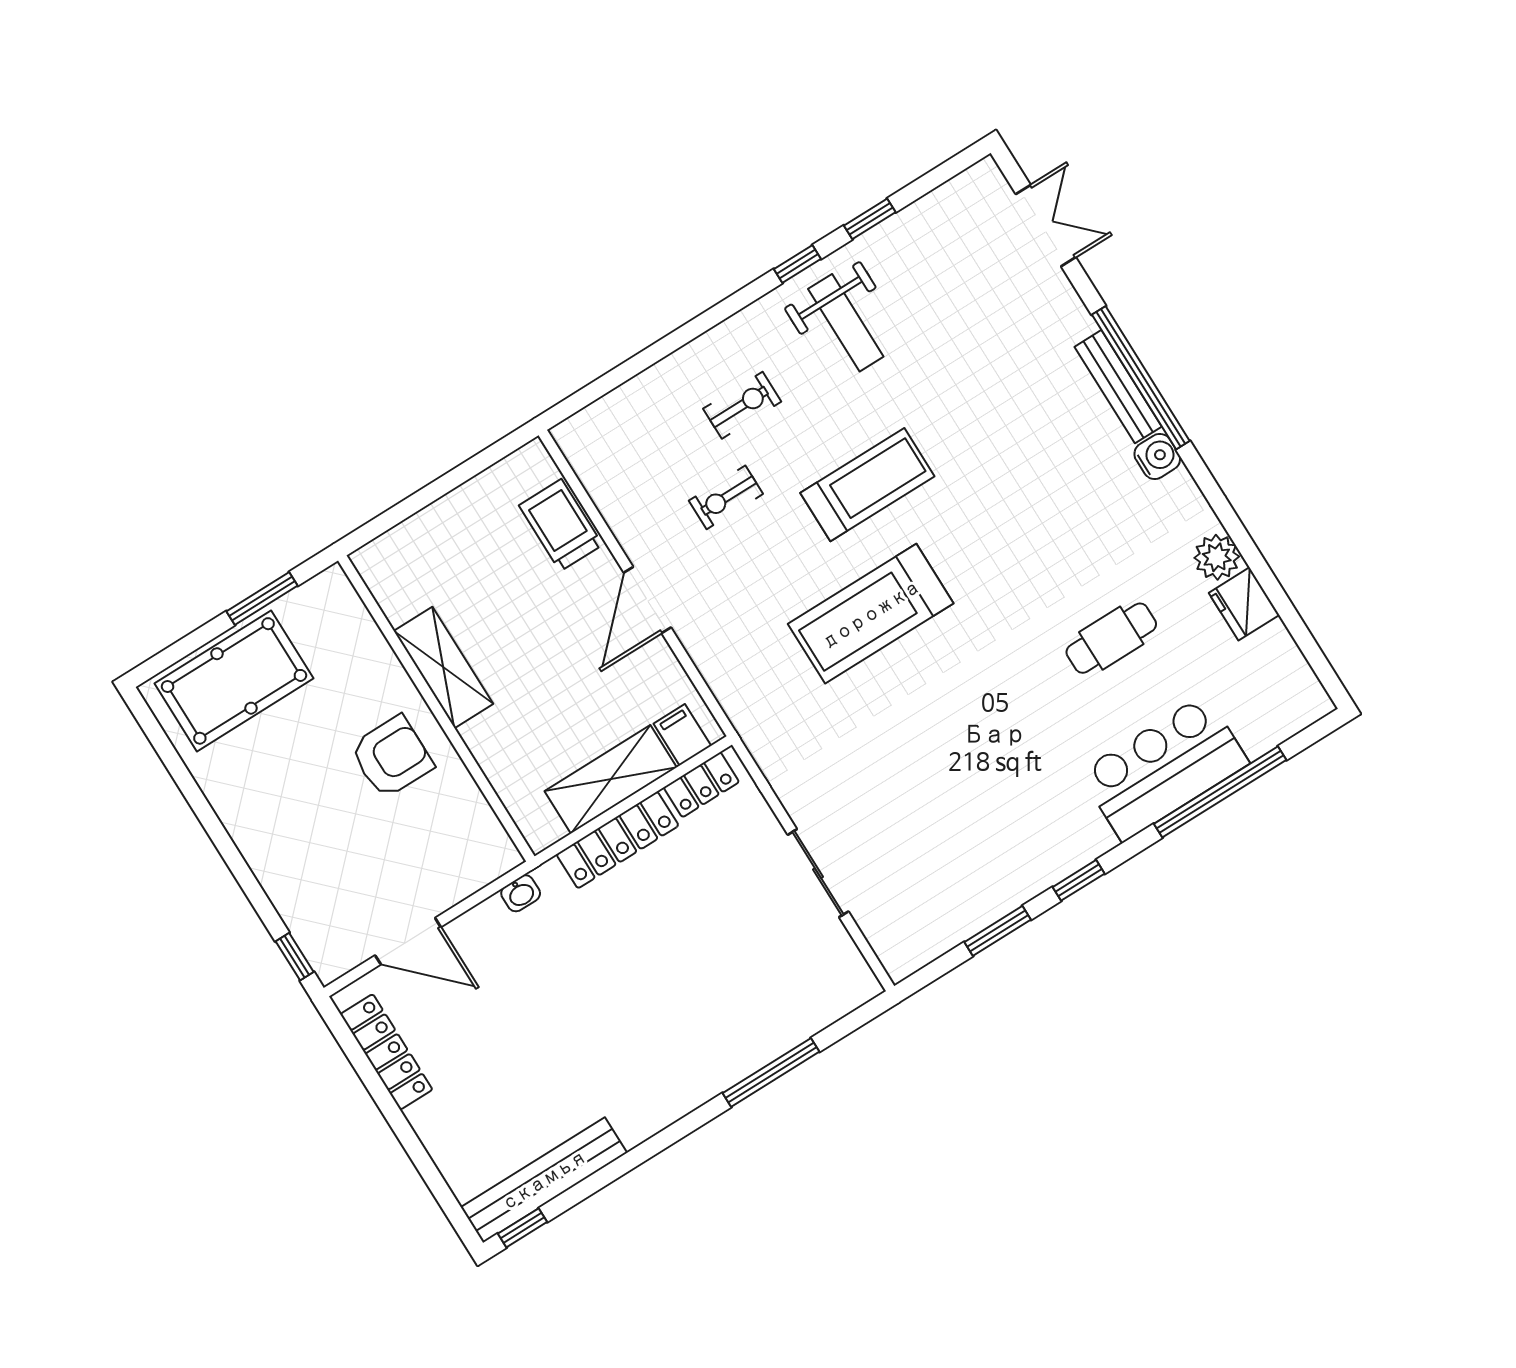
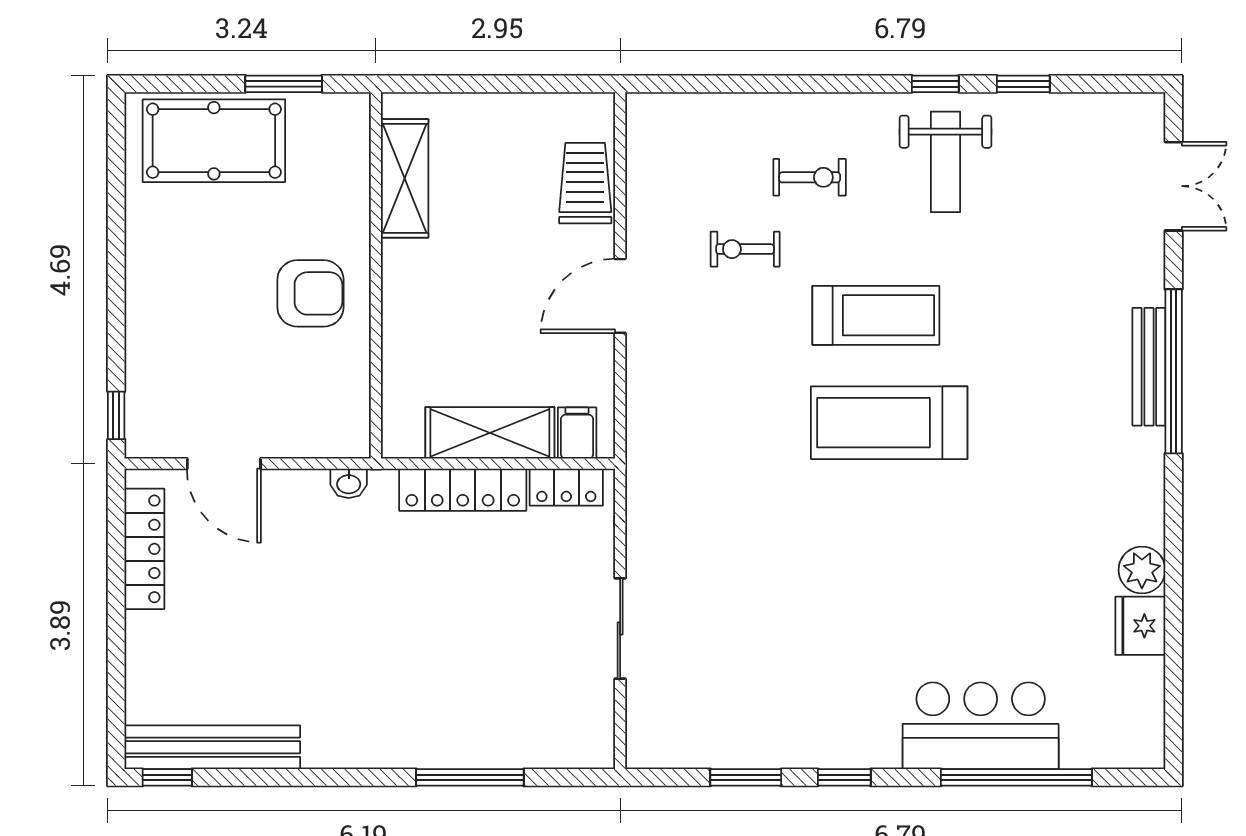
water cooler: (1157, 456) -> (1145, 449), removed
treadmill: (871, 614) -> (889, 423), moved
cafe table: (1111, 638) -> (1005, 583), removed
shelving: (443, 667) -> (405, 178), moved

